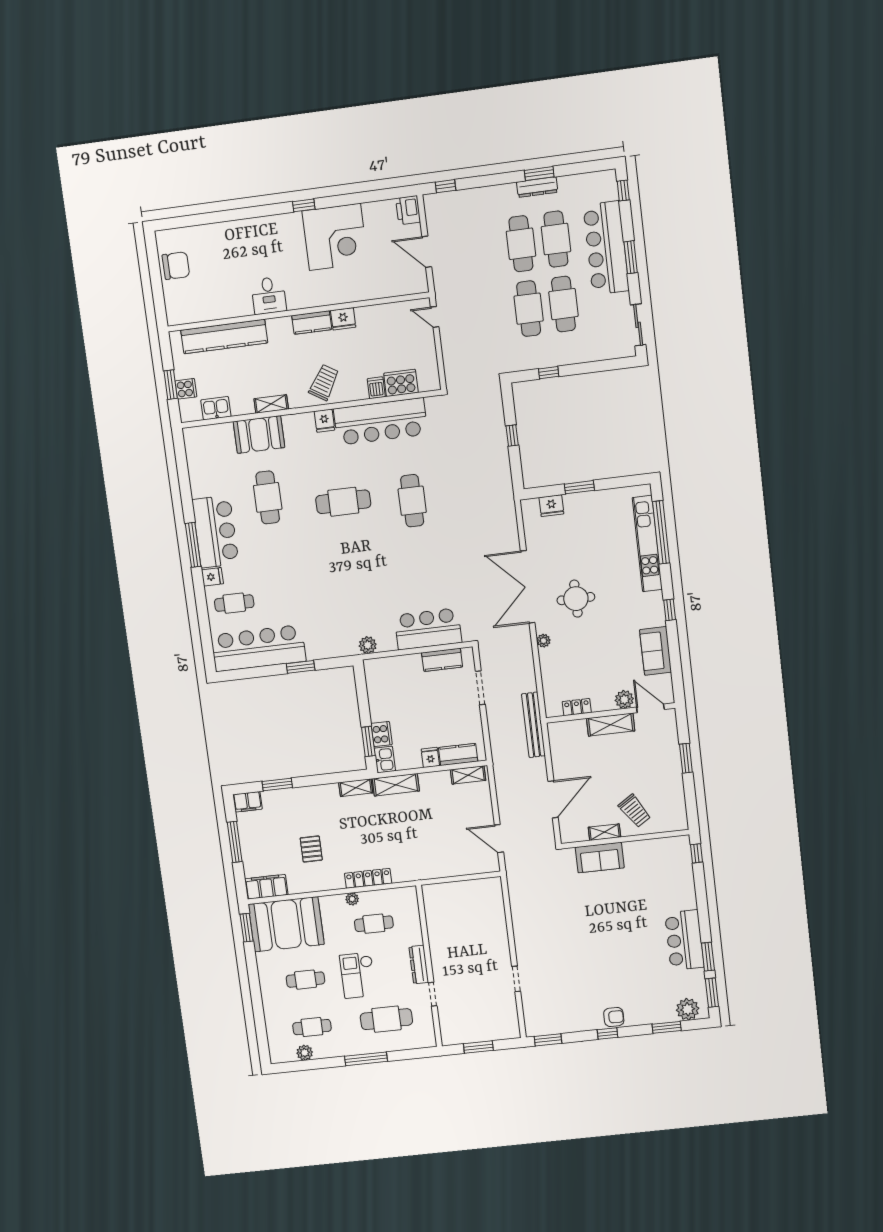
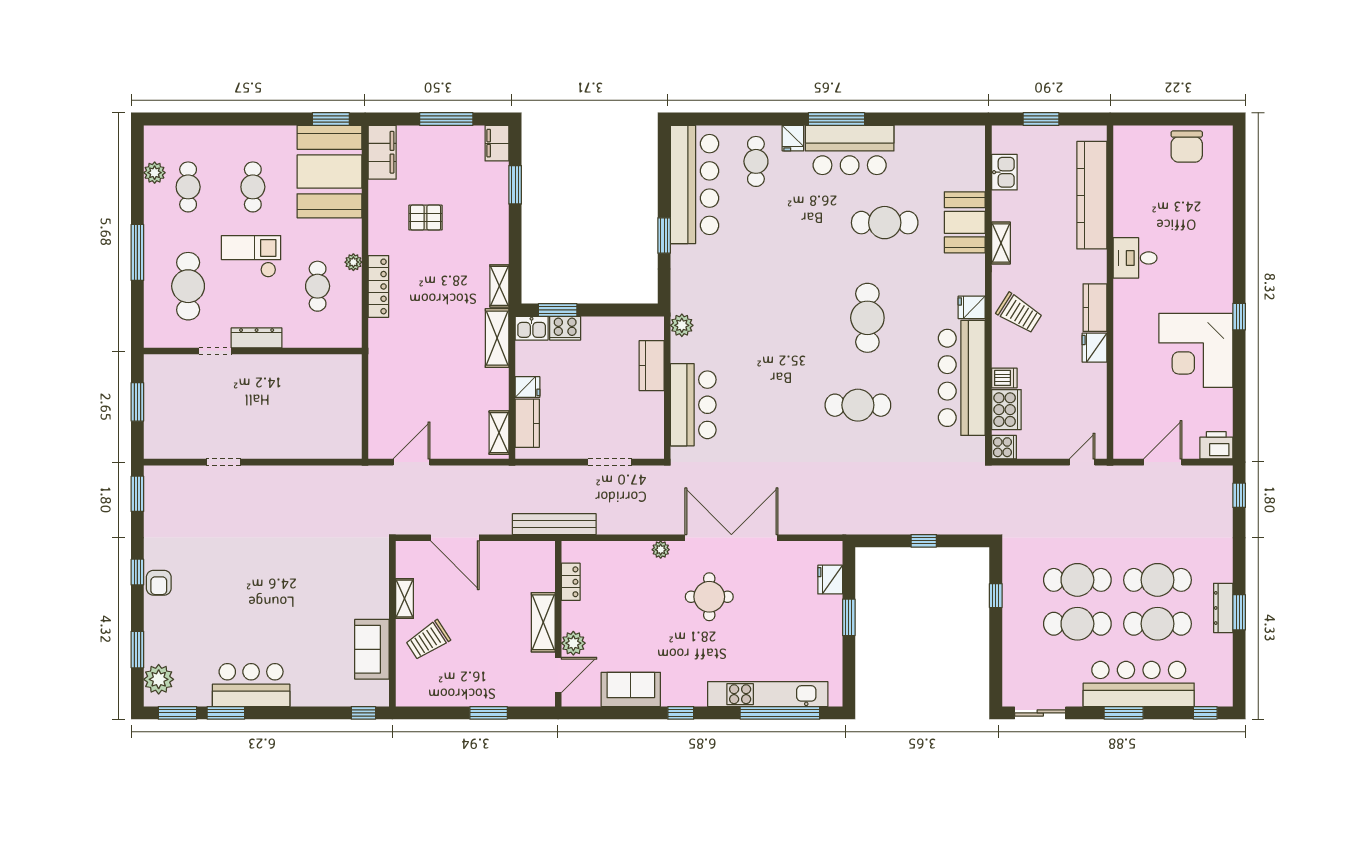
cooker: (186, 389) -> (1004, 447), moved, turned -90
kitchen counter: (442, 660) -> (652, 366), moved
sofa: (600, 858) -> (372, 649), moved

